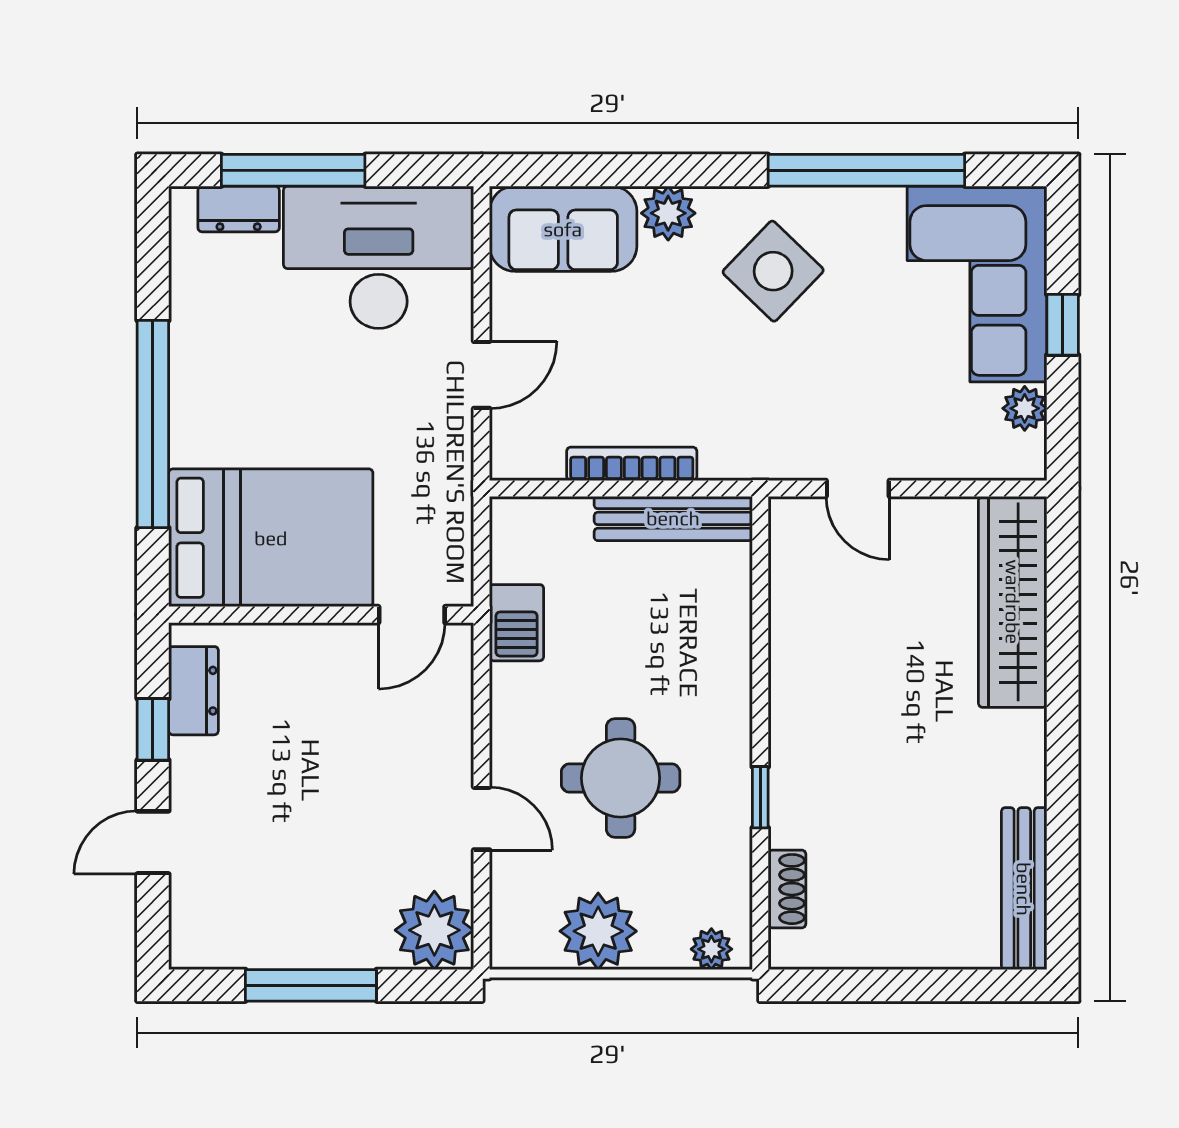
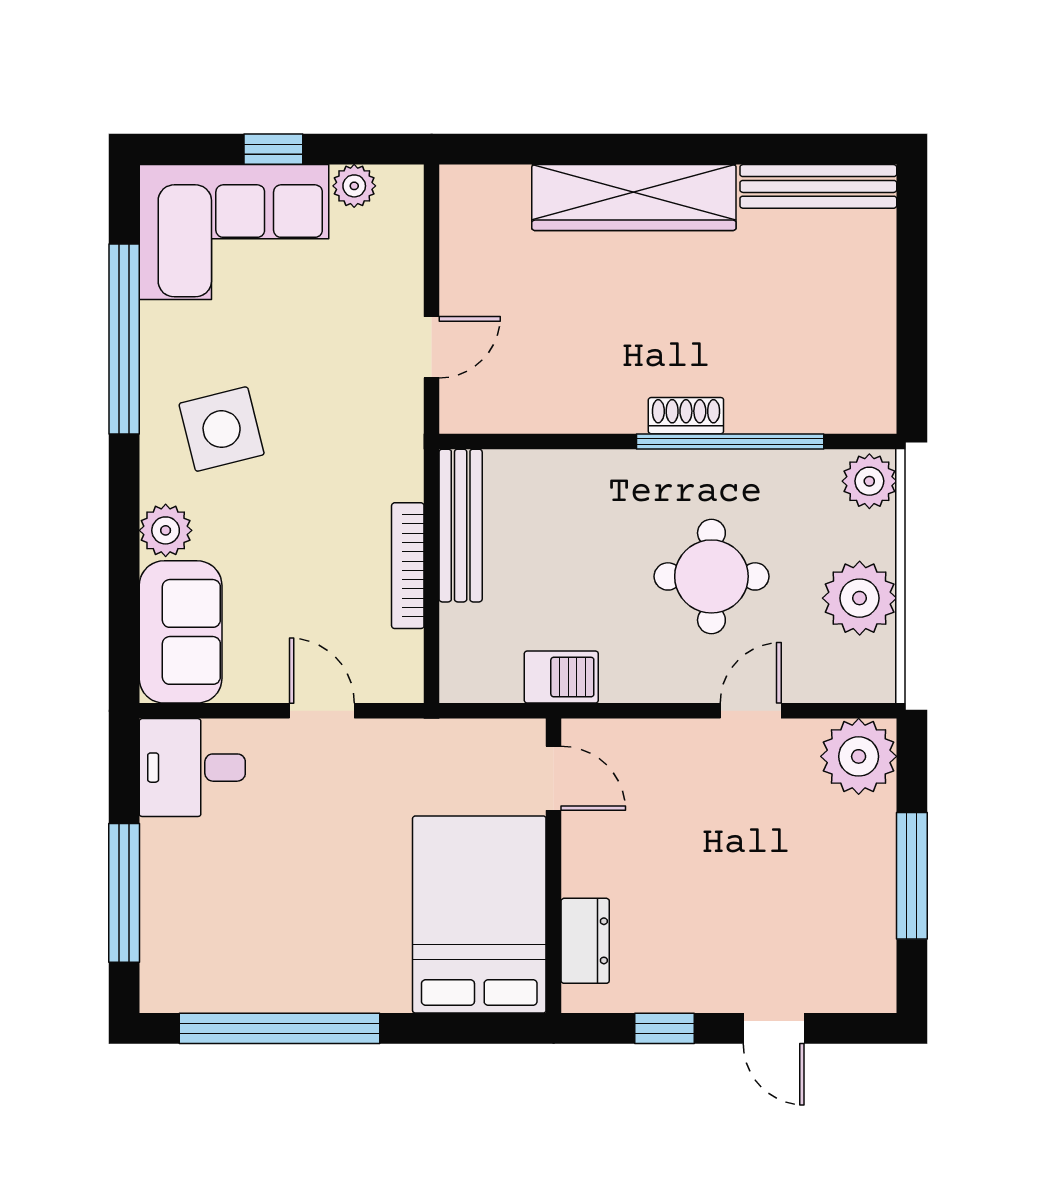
dresser: (239, 209) -> (161, 946), removed
desk: (379, 257) -> (192, 768), width x0.53, depth x0.77
side table: (773, 271) -> (222, 429), turned 32
window: (153, 424) -> (279, 1028), moved
wardrobe: (1013, 602) -> (634, 198), moved
dresser: (193, 691) -> (585, 941), moved, turned 90
window: (760, 797) -> (730, 441), width x3.17
shoe rack: (787, 889) -> (686, 416), moved
plant: (711, 949) -> (869, 481), width x1.38, depth x1.38

